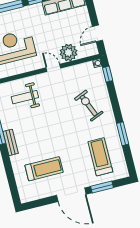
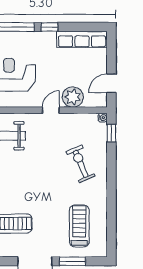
door: (53, 68) -> (51, 110), hinge flipped
window: (123, 134) -> (111, 206), removed

